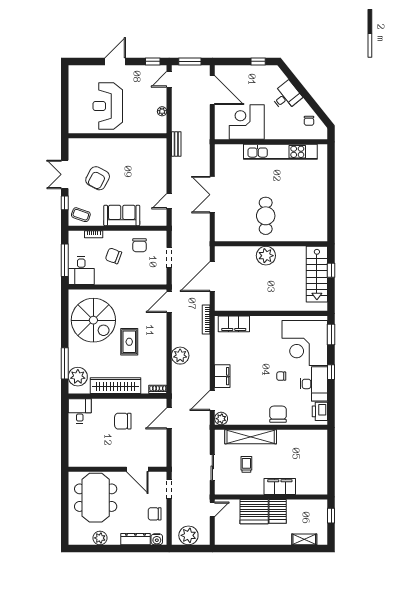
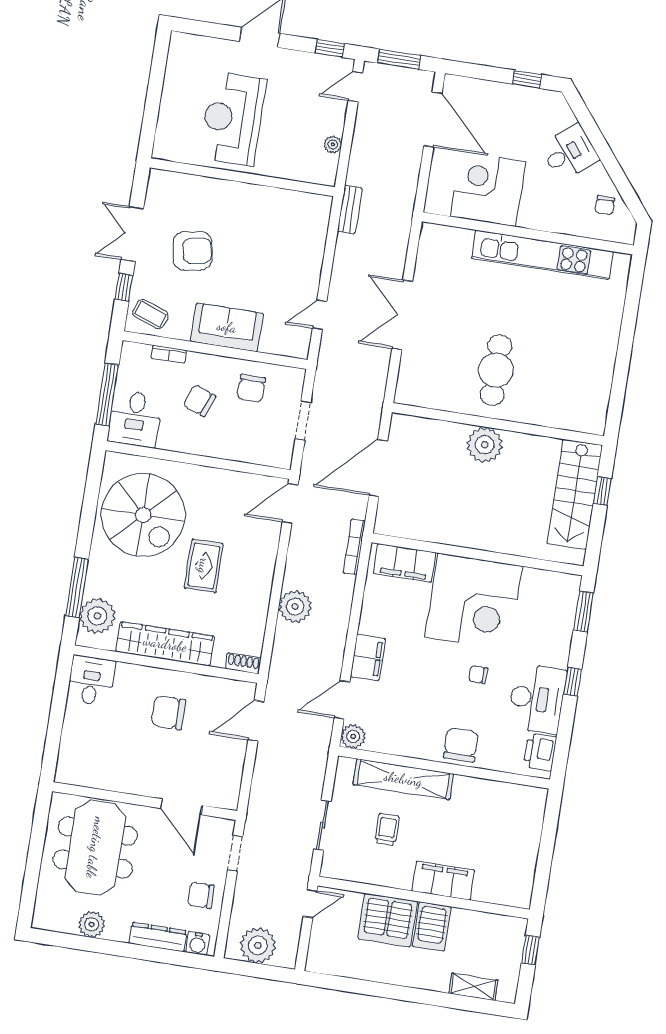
armchair: (98, 178) -> (193, 251), turned -127
corner desk: (305, 343) -> (474, 602), moved, turned -90

